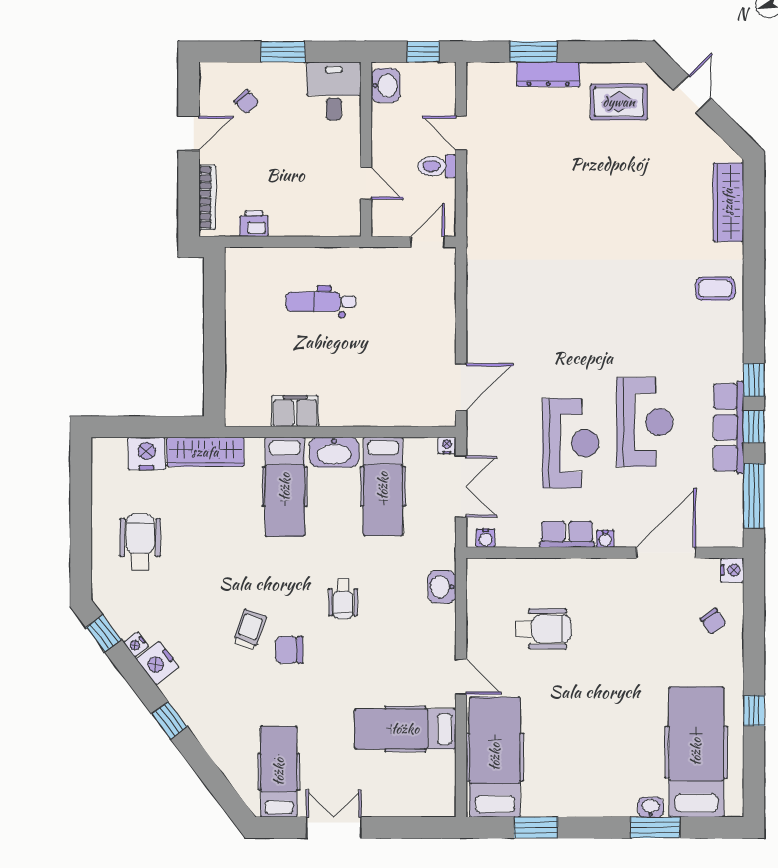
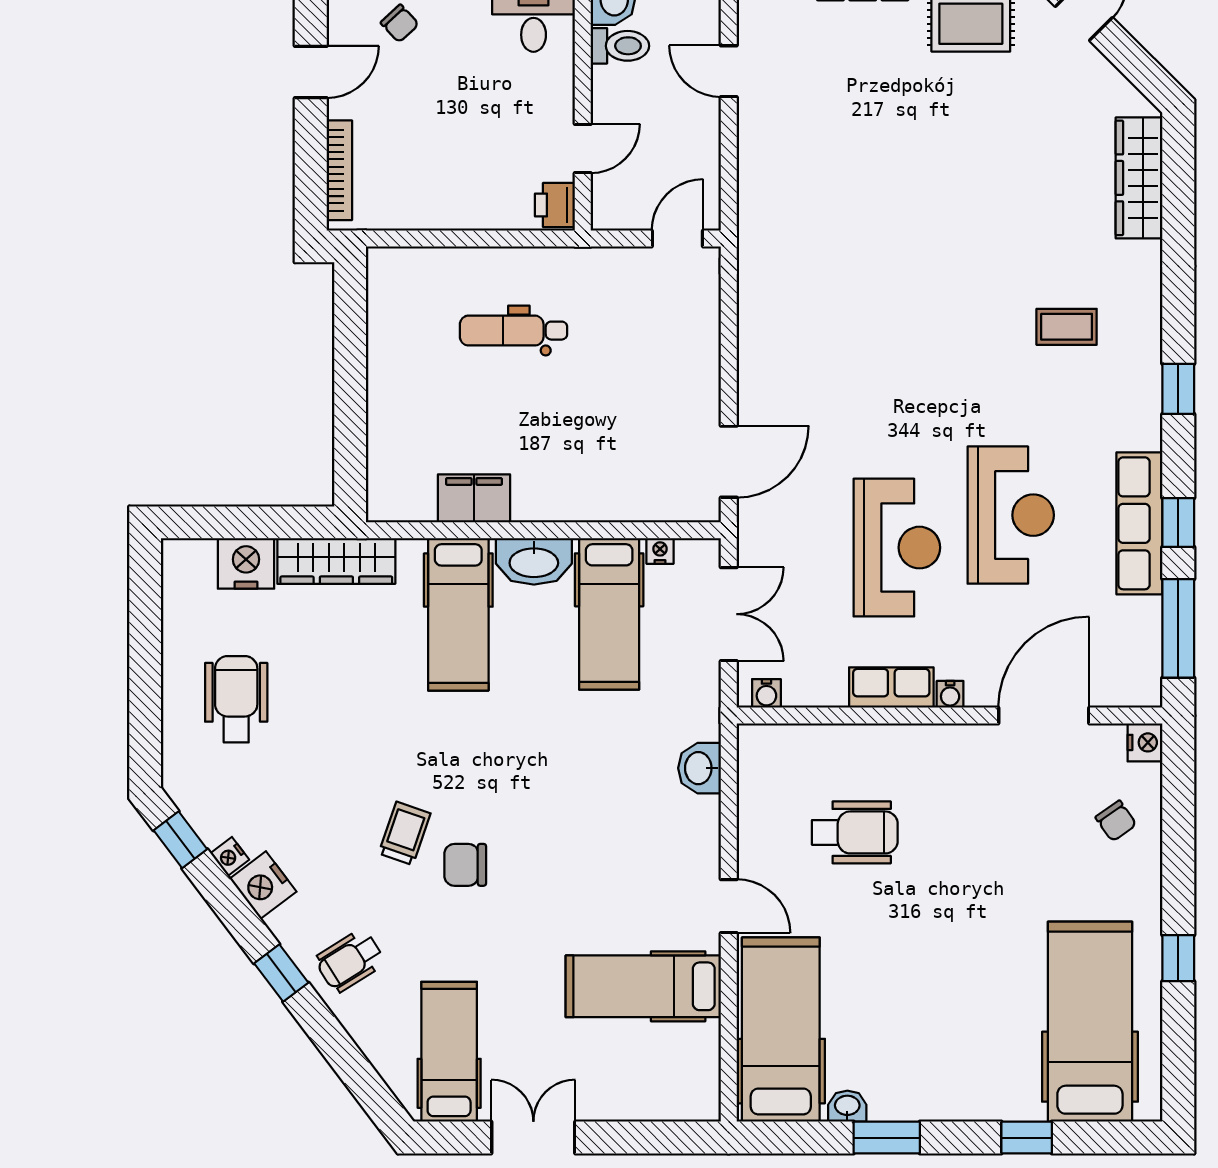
toilet: (437, 166) -> (620, 46), moved, turned 180
door: (366, 183) -> (583, 149), hinge flipped
printer: (254, 224) -> (555, 205), moved, turned -90
coffee table: (715, 289) -> (1067, 327), moved
window: (754, 380) -> (1178, 389), moved
nightstand: (447, 445) -> (660, 551), moved
wheelchair: (343, 599) -> (350, 961), moved, turned 58
washbasin: (651, 807) -> (847, 1106), moved
window: (536, 828) -> (887, 1138), moved
window: (655, 828) -> (1027, 1138), width x0.67

